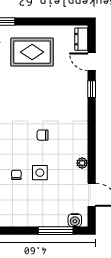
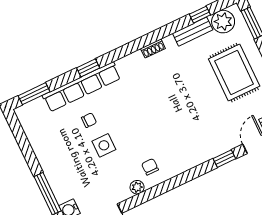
chair: (43, 135) -> (150, 167), moved

